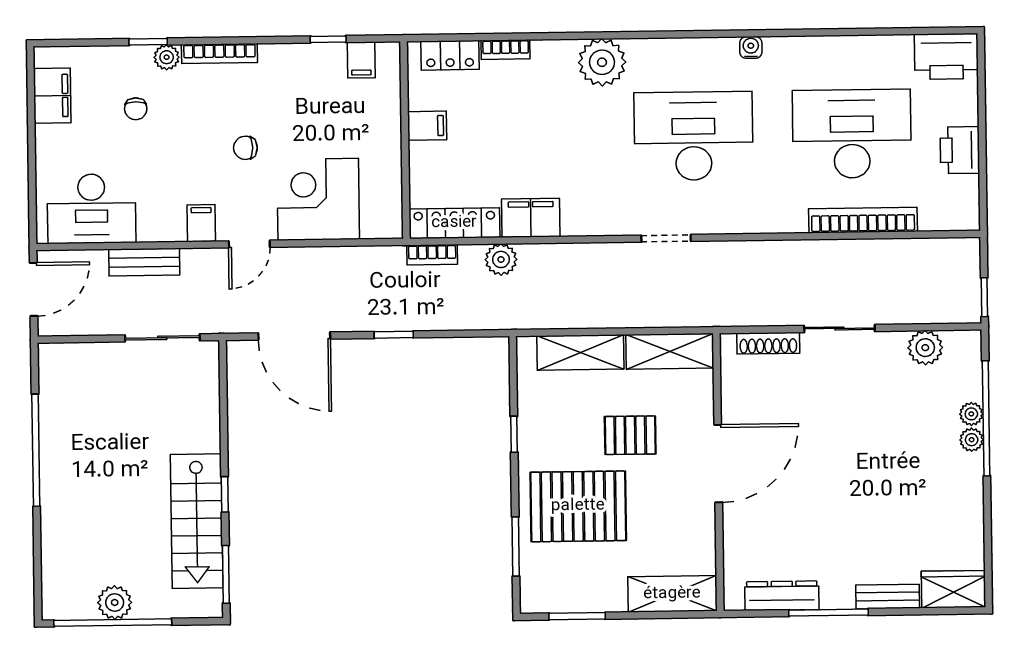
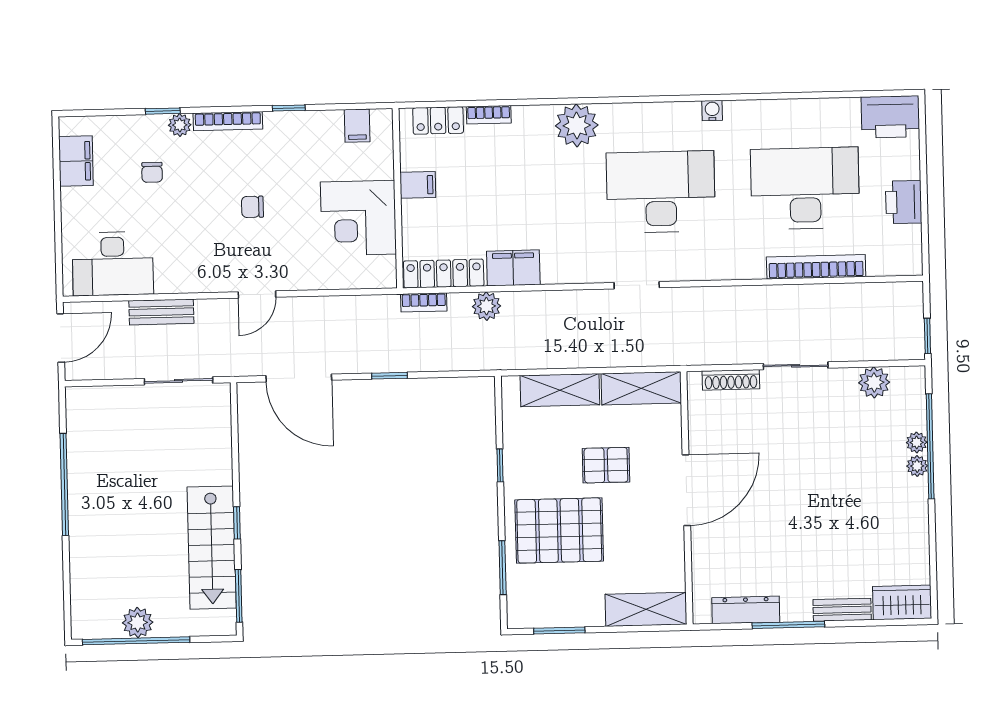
window: (328, 39) -> (289, 108), moved
corner desk: (318, 199) -> (358, 218), moved, turned -90
filing cabinet: (201, 223) -> (213, 276), removed

